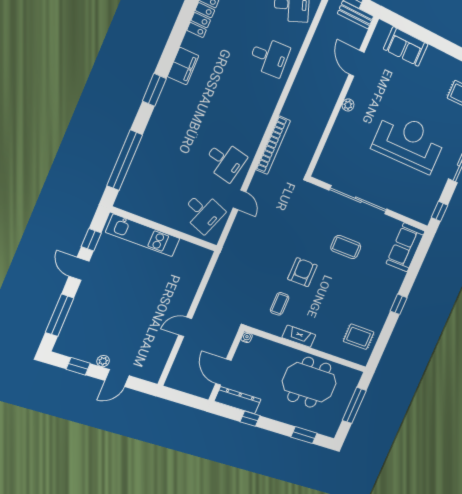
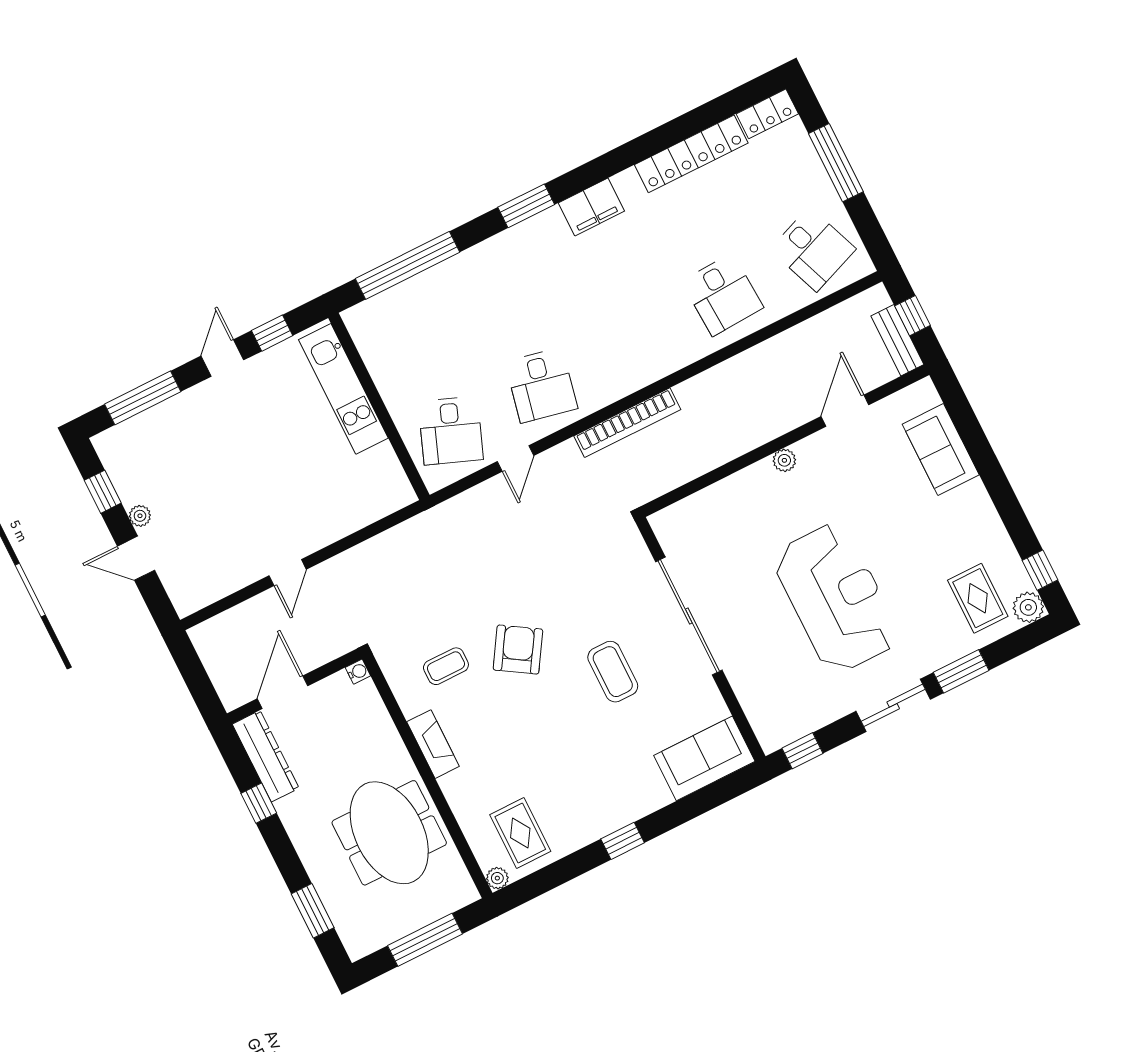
armchair: (302, 272) -> (518, 650), turned -58
door: (185, 327) -> (288, 573), swing flipped
plant: (363, 360) -> (497, 878), added

